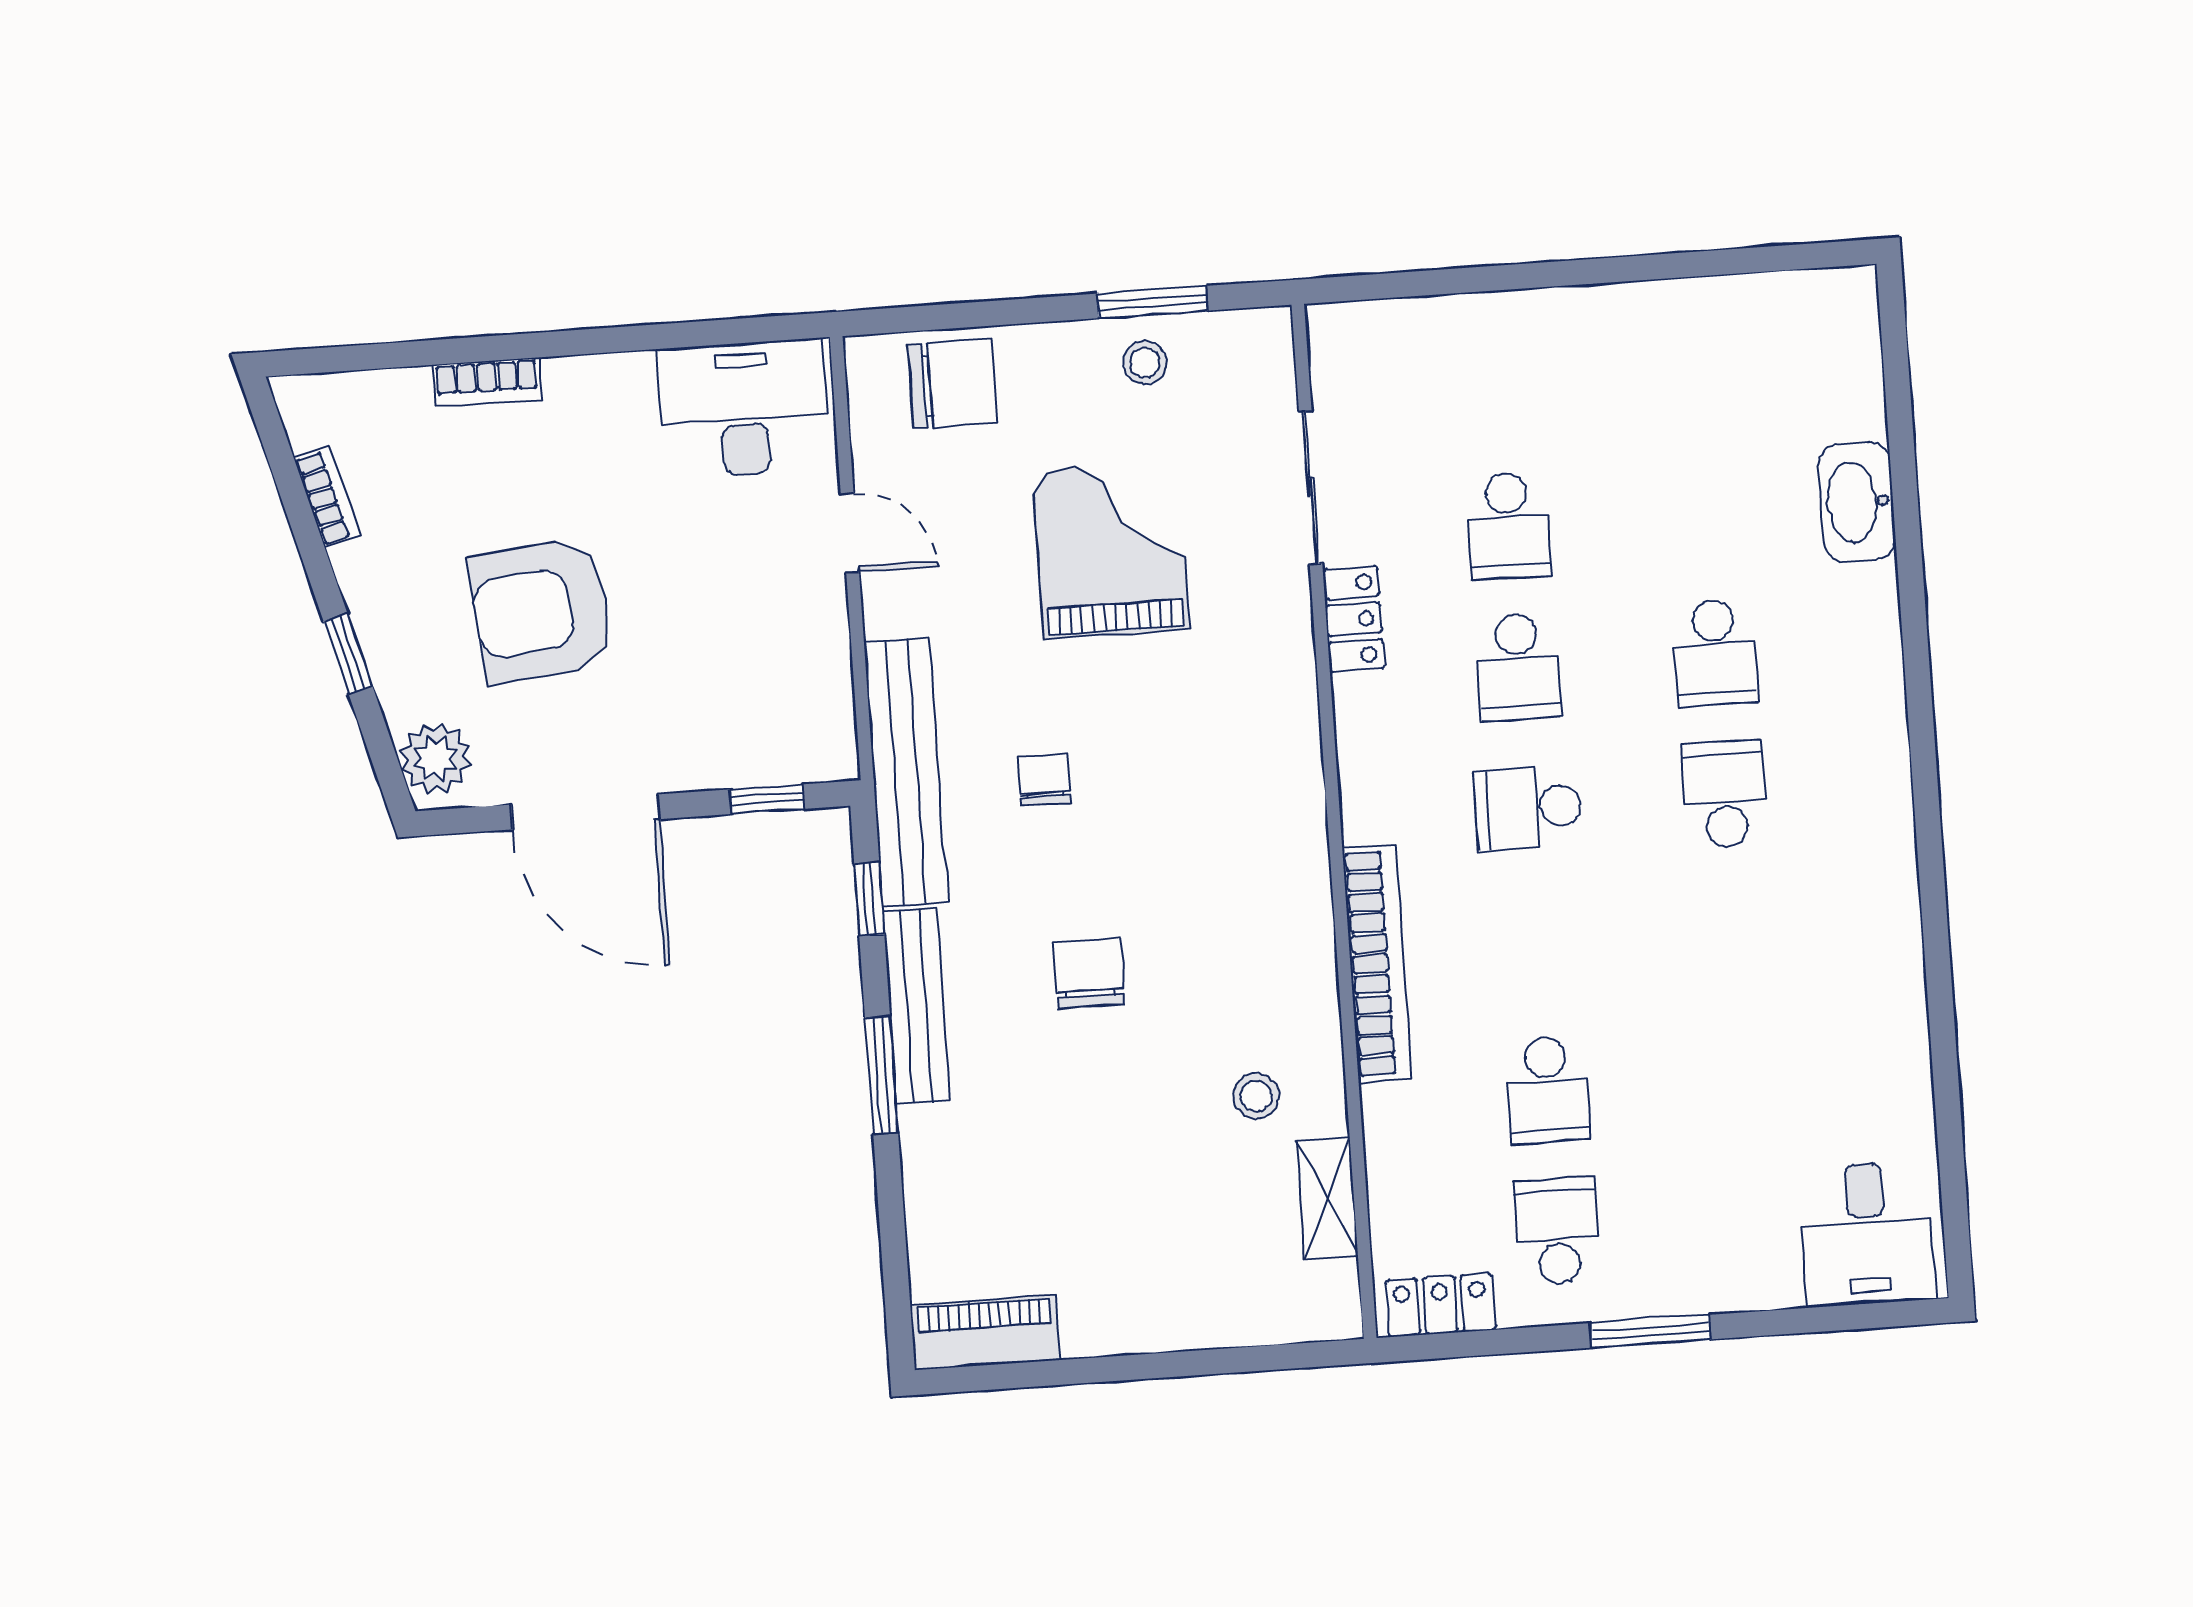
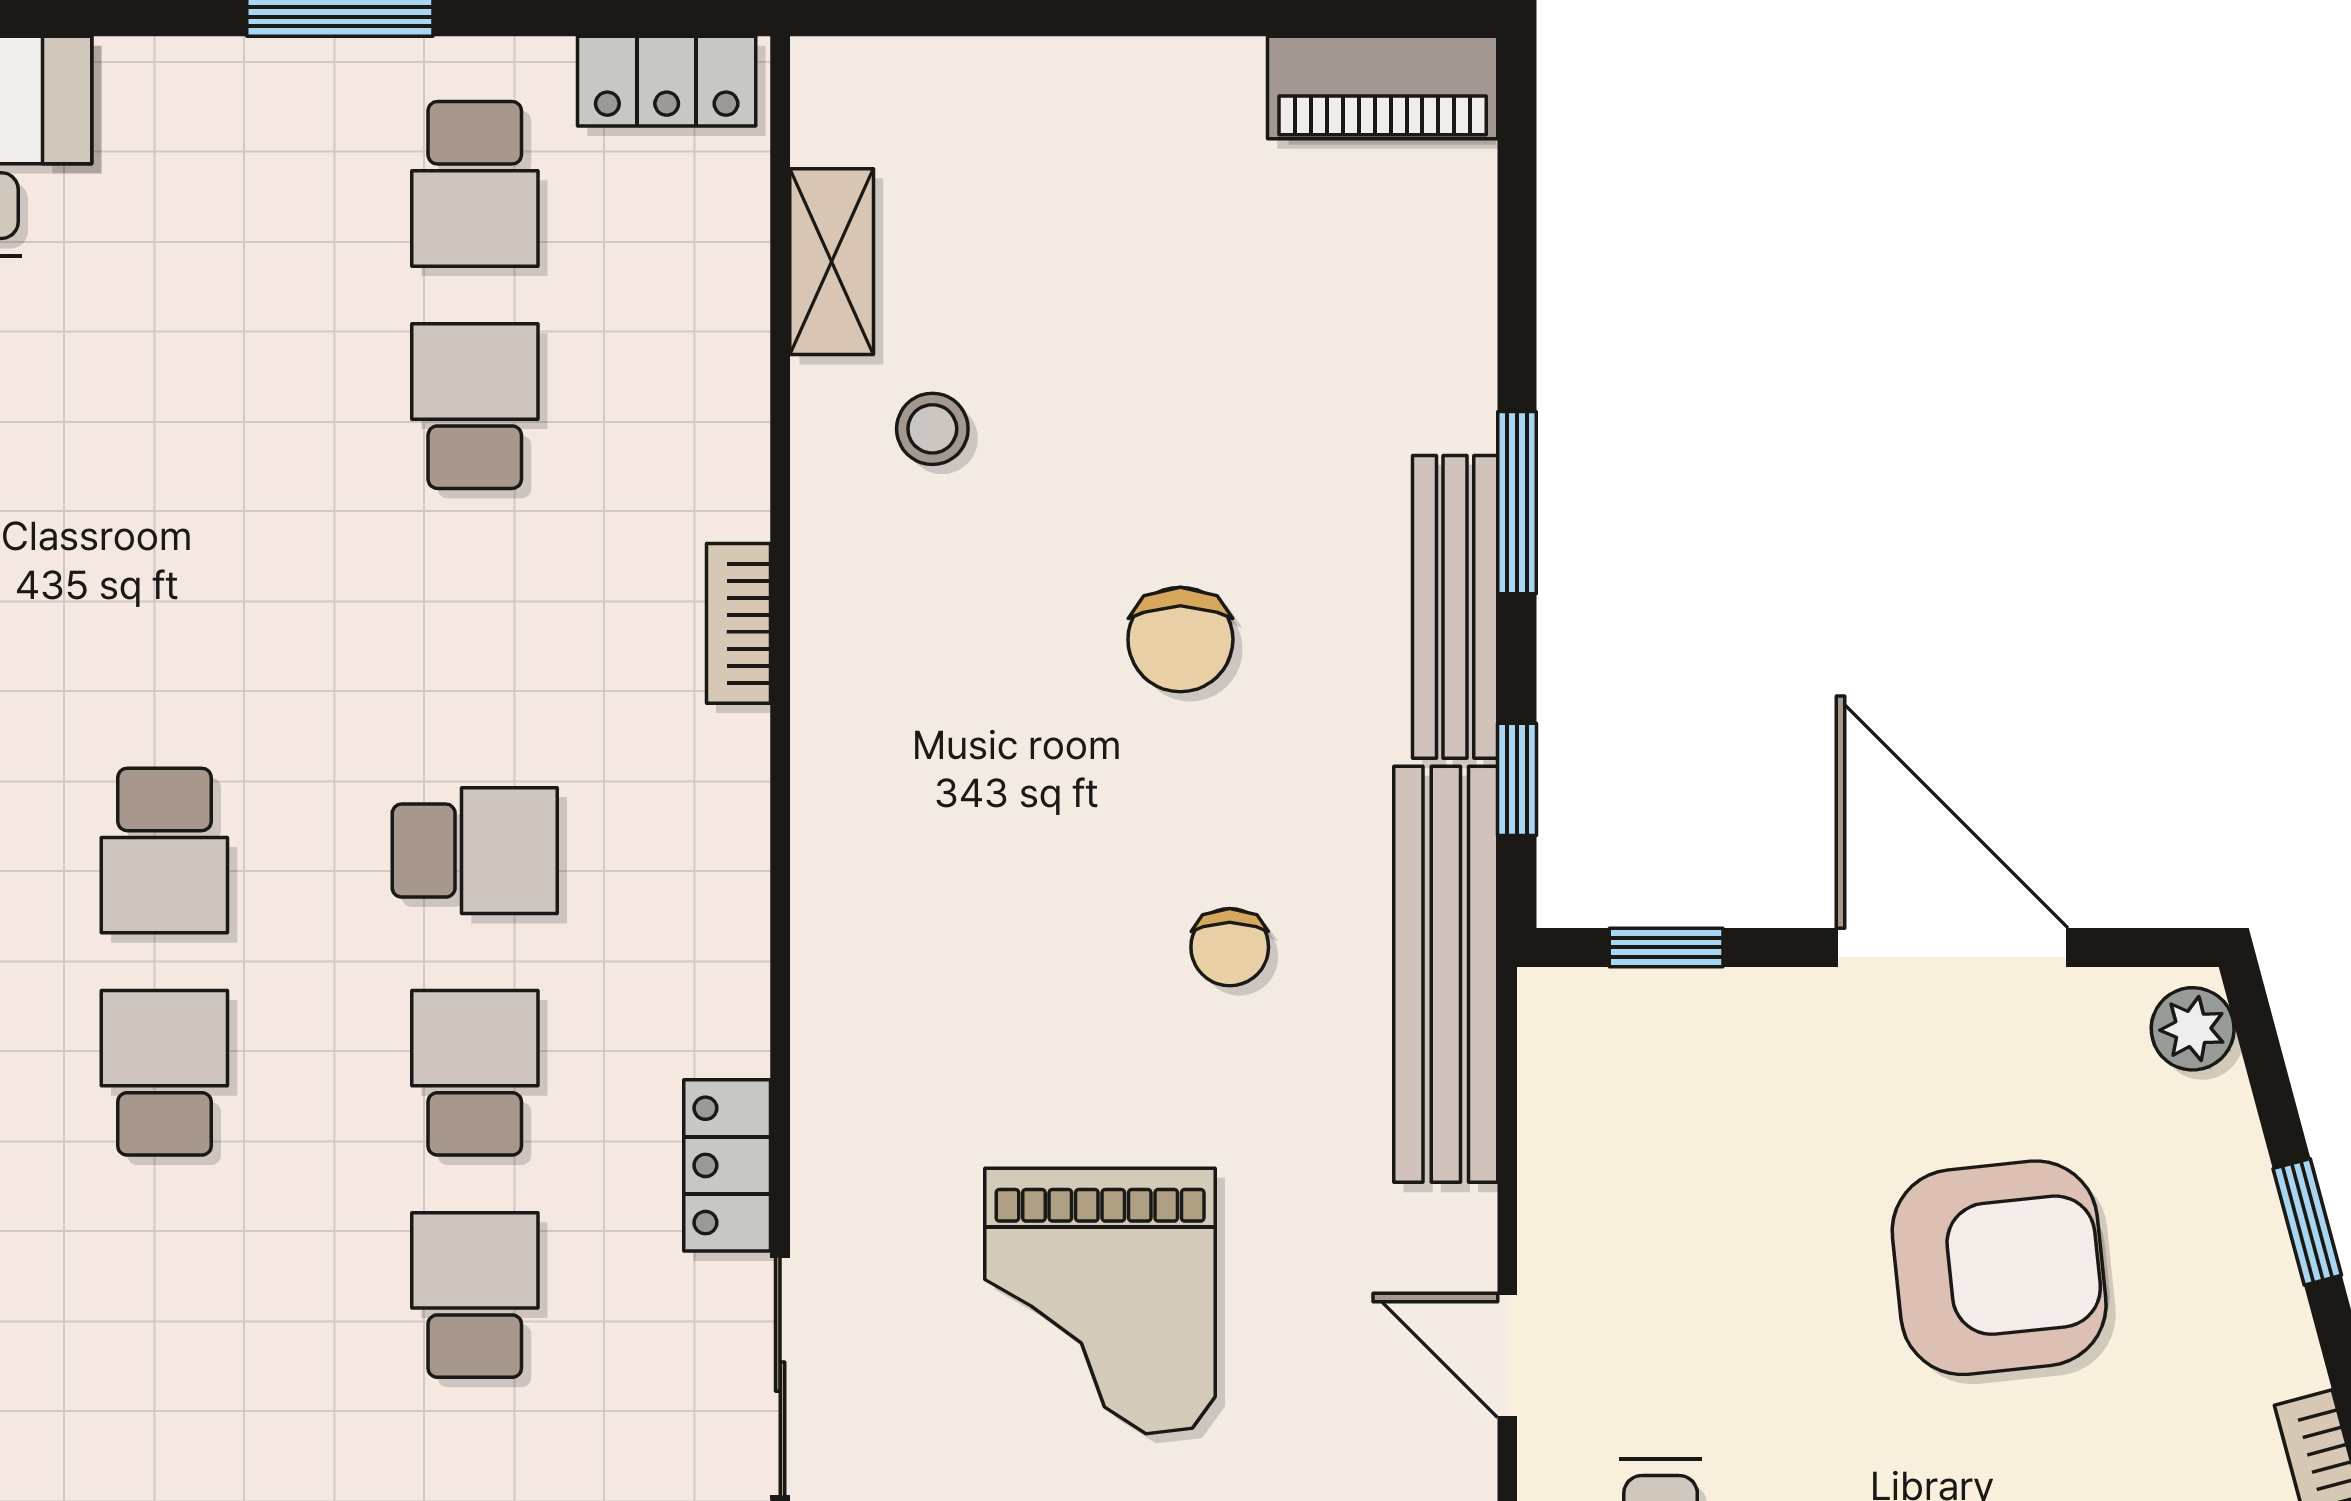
plant: (435, 758) -> (2193, 1029), width x0.73, depth x0.73
bookcase: (1377, 963) -> (738, 623), width x0.43, depth x0.76

